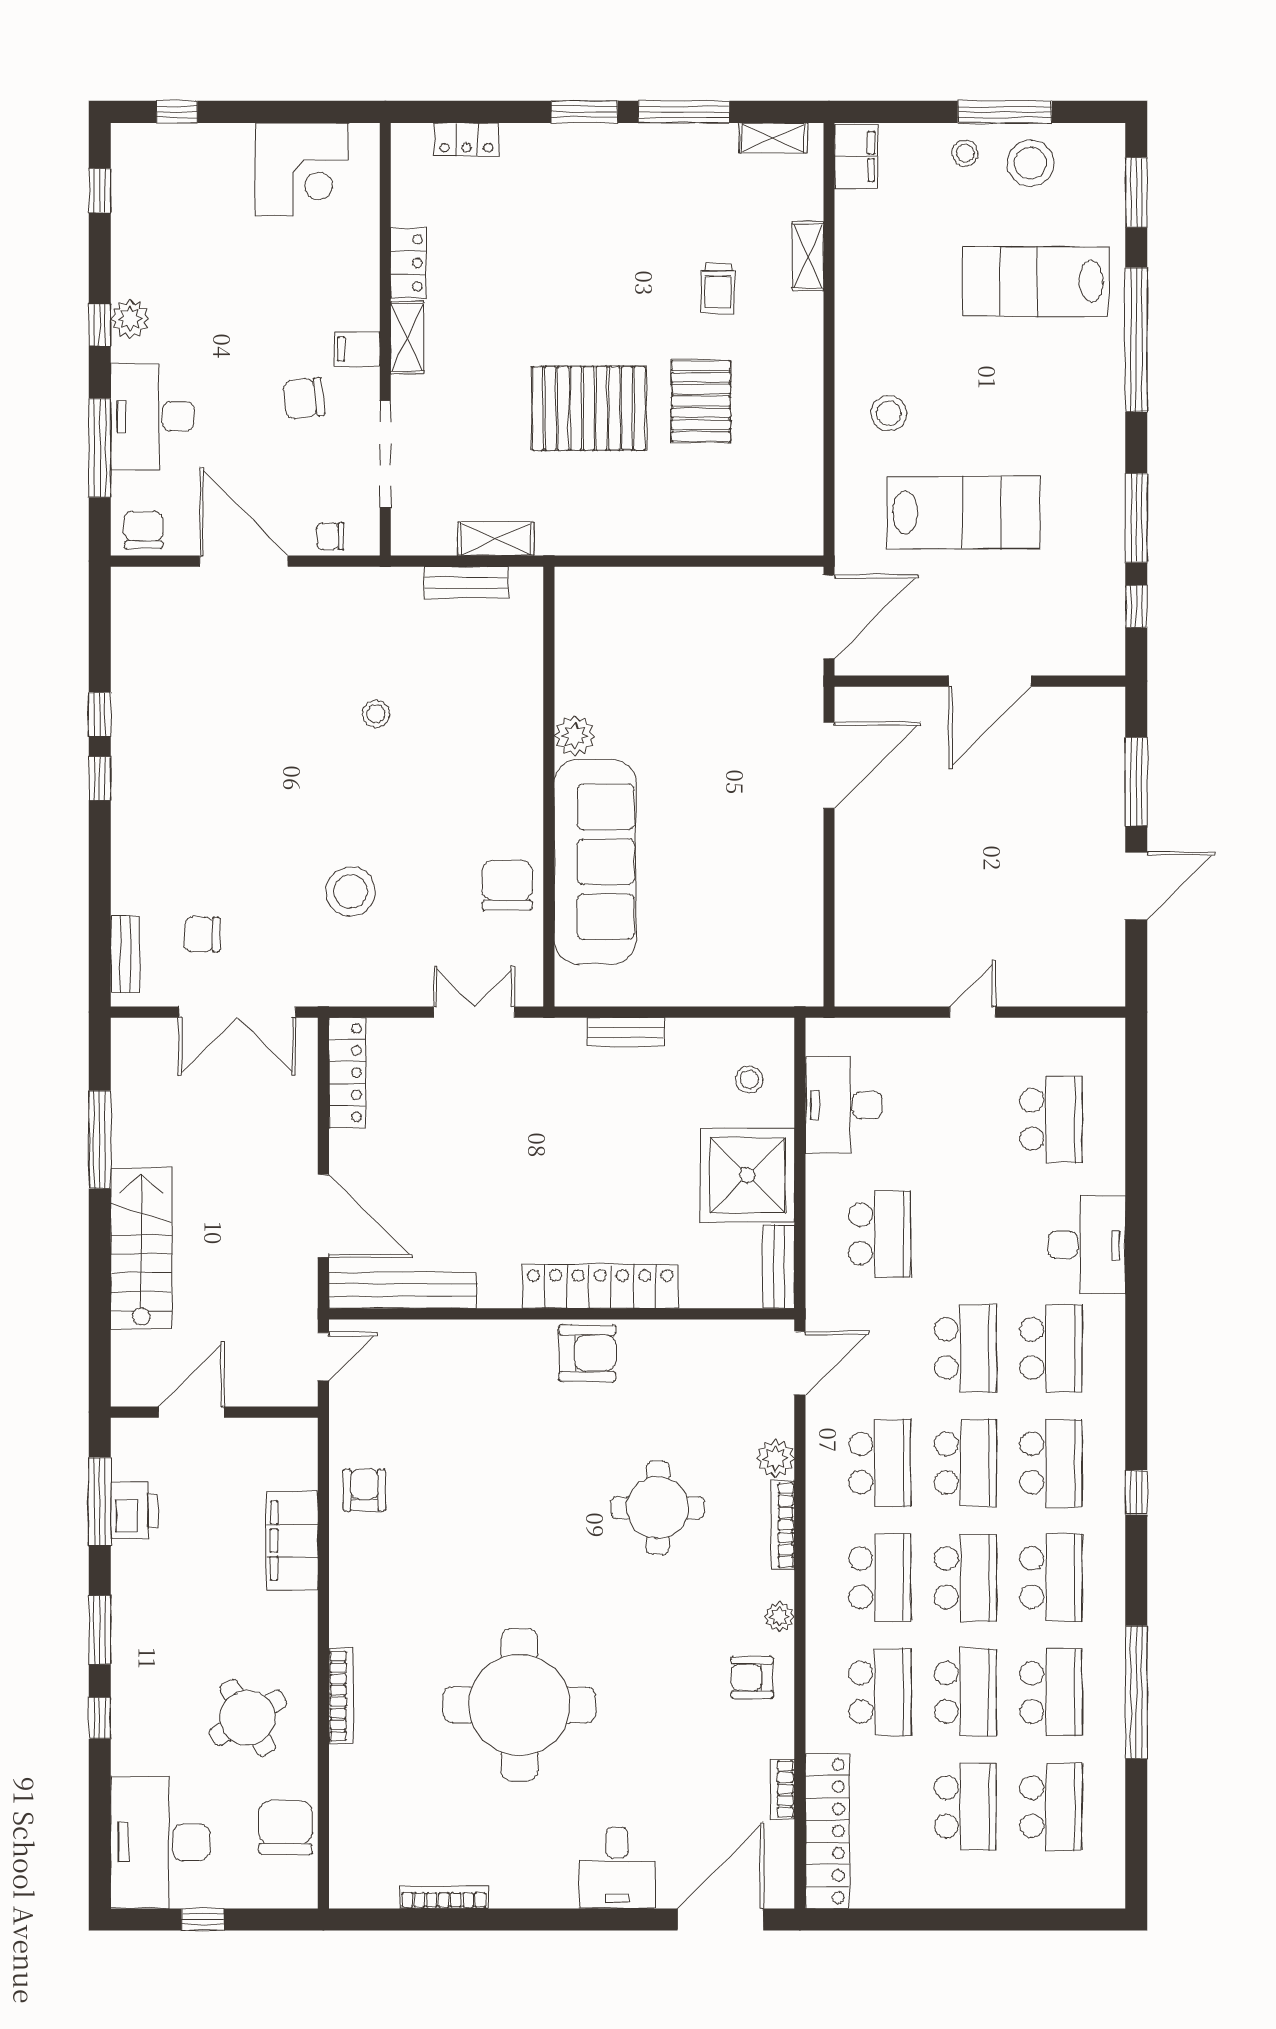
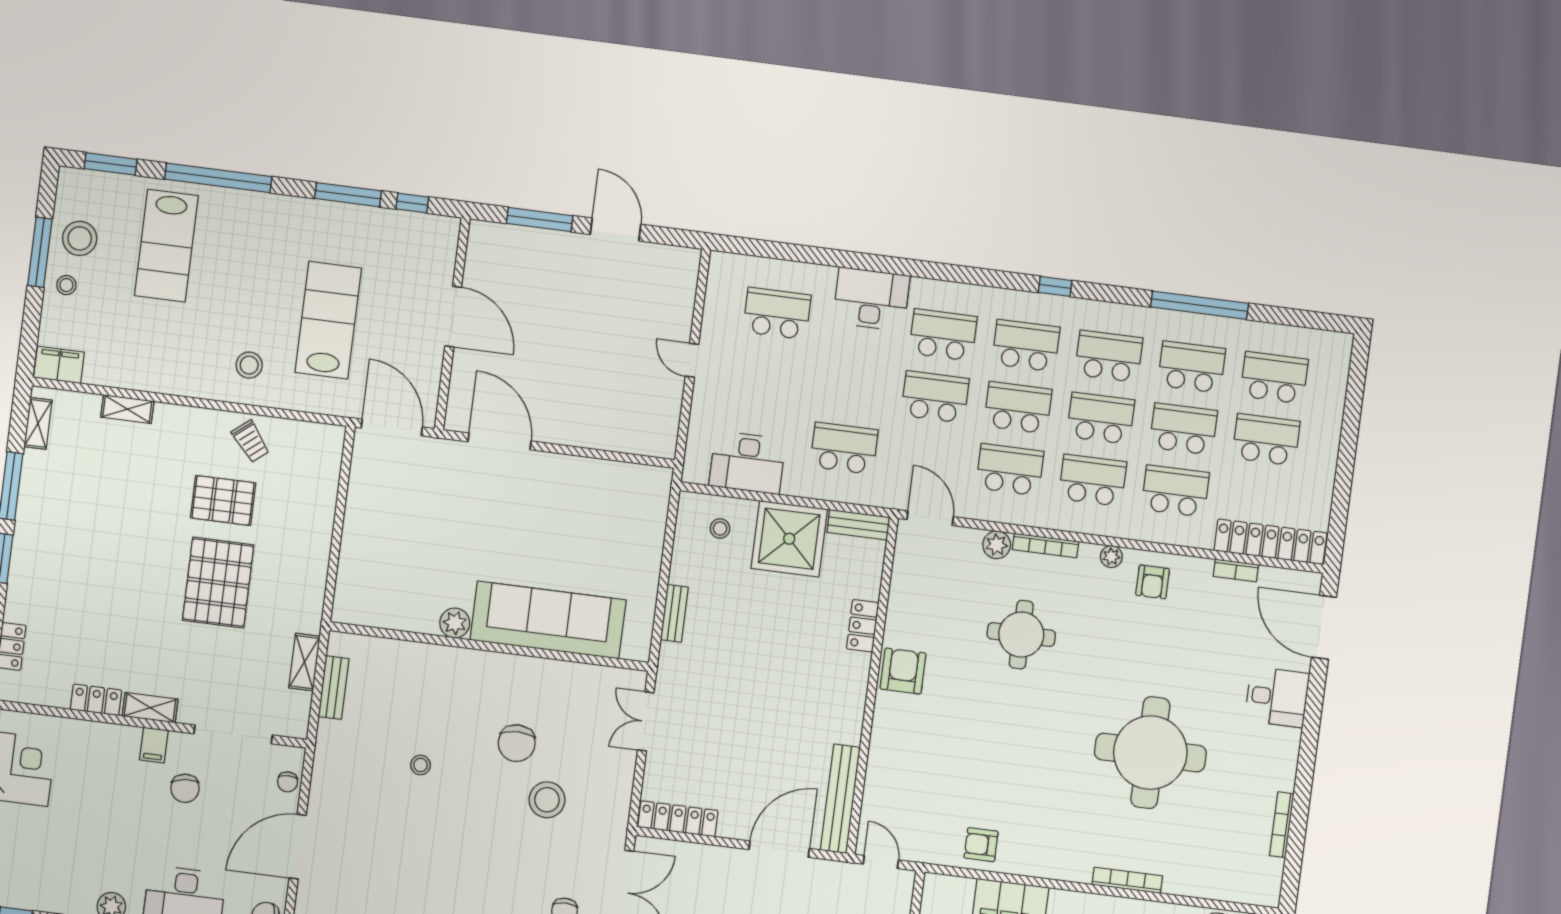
trolley: (718, 289) -> (251, 441), moved, turned 50
chair: (507, 885) -> (517, 743), moved, turned -90
locker: (600, 1286) -> (863, 626), width x0.46, depth x0.83

